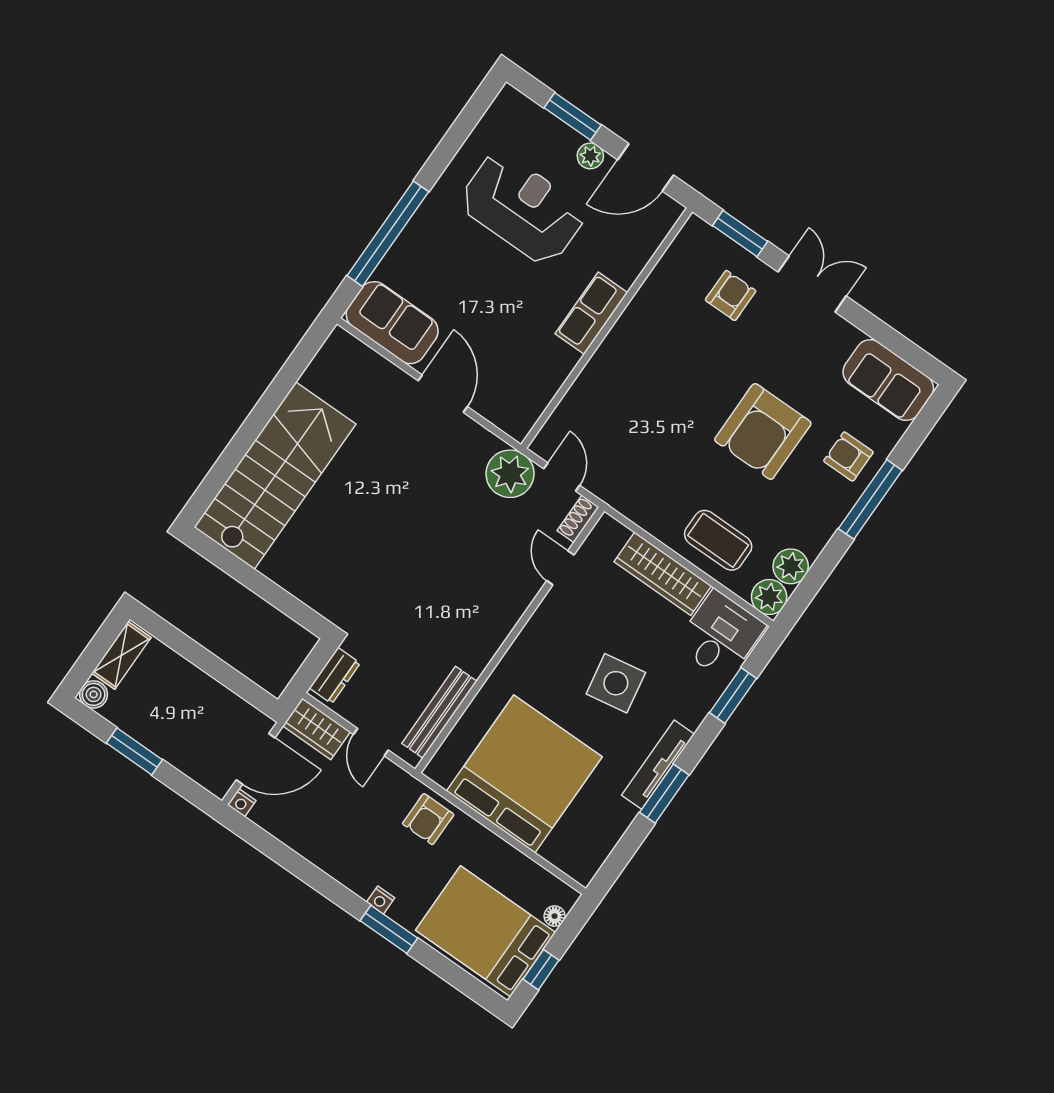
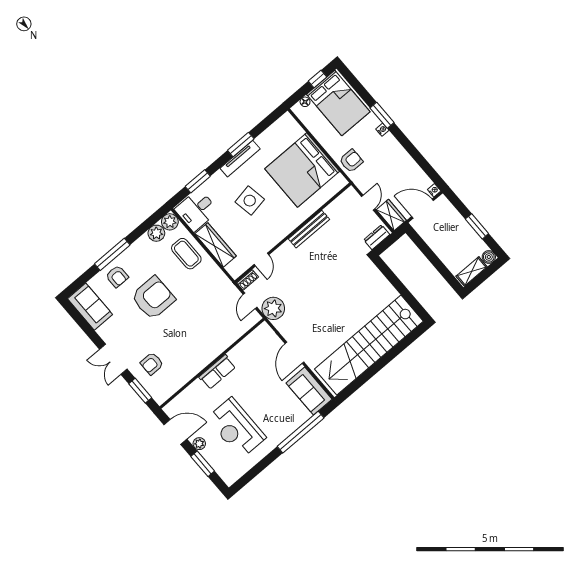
stairs: (275, 476) -> (369, 345), width x1.36
bench: (439, 712) -> (309, 229), moved

